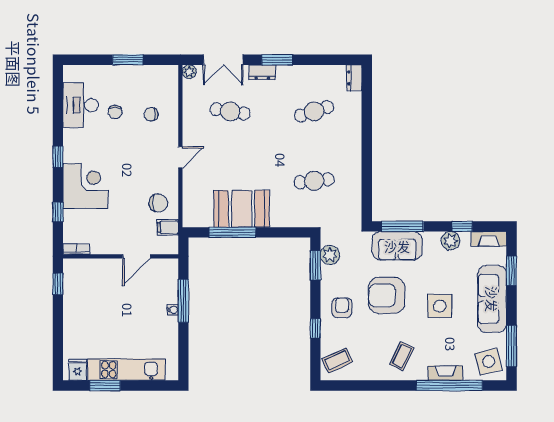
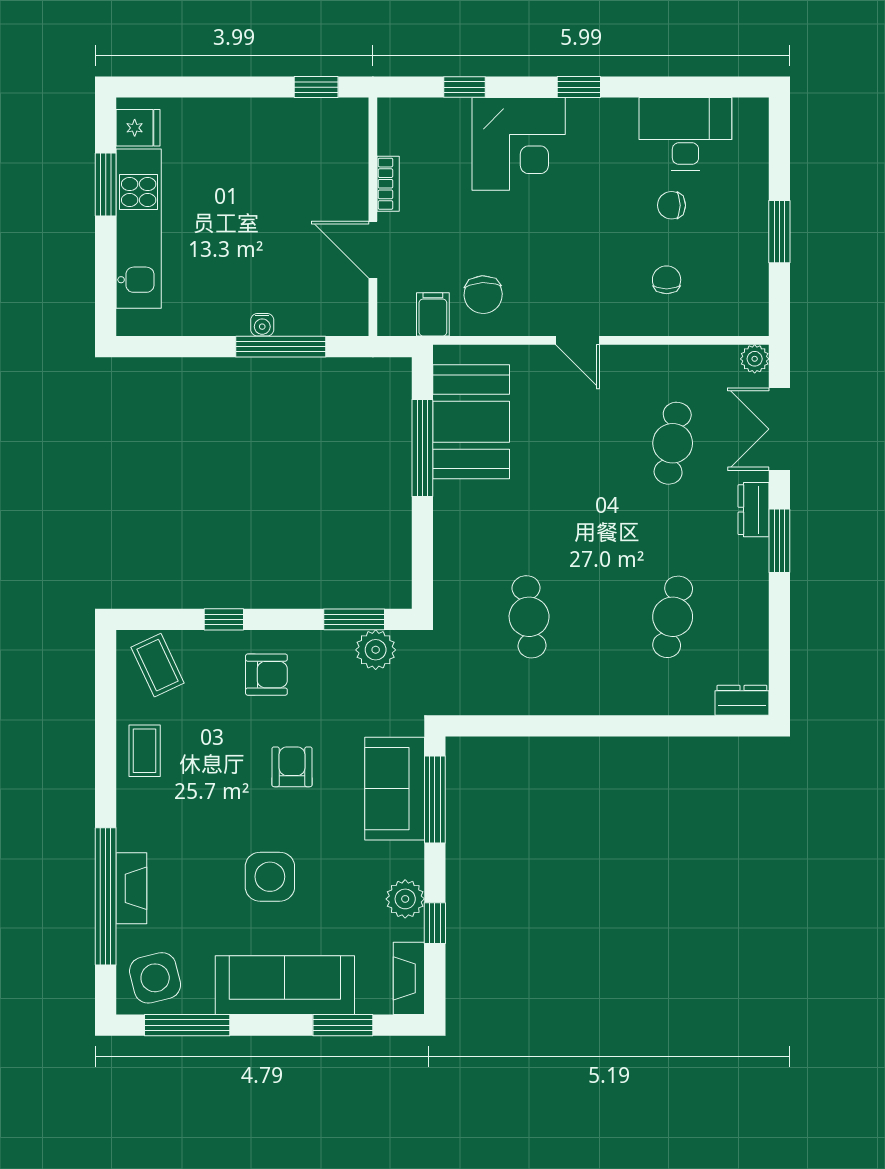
cafe table: (314, 111) -> (673, 617), turned 30
booth: (242, 209) -> (471, 422), moved
bookcase: (76, 249) -> (388, 184), moved
armchair: (387, 295) -> (292, 767), width x0.53, depth x0.53
coffee table: (402, 356) -> (145, 751), moved, turned 64

